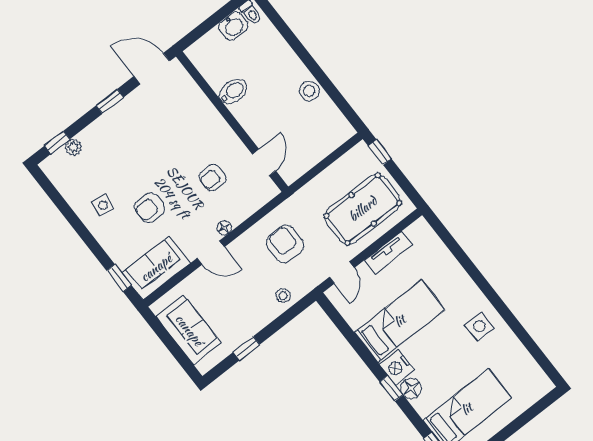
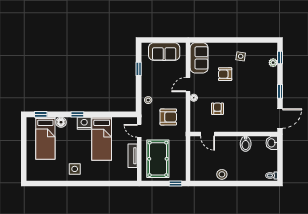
washbasin: (233, 26) -> (272, 143), moved
armchair: (150, 208) -> (225, 74), turned -90
window: (119, 278) -> (206, 40), removed
floor lamp: (411, 388) -> (61, 122), moved

